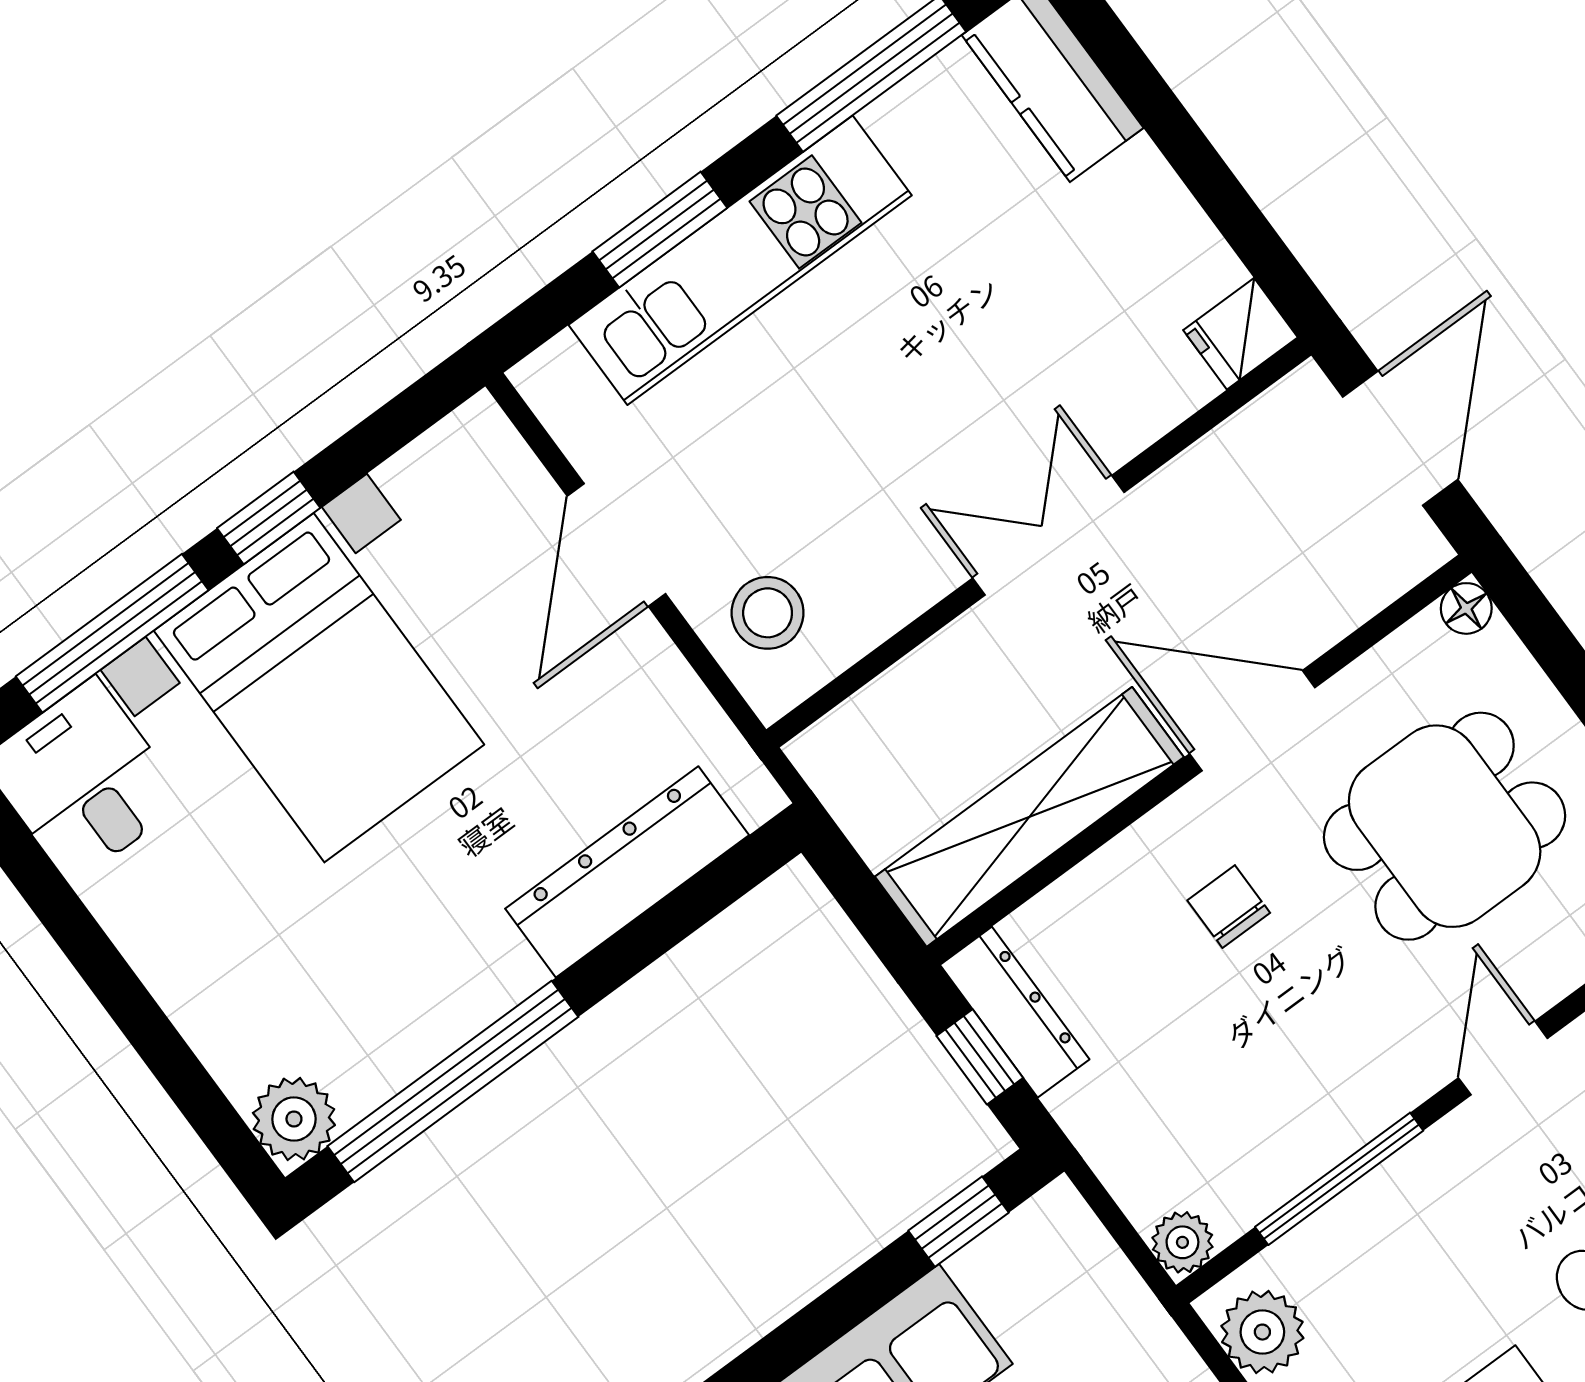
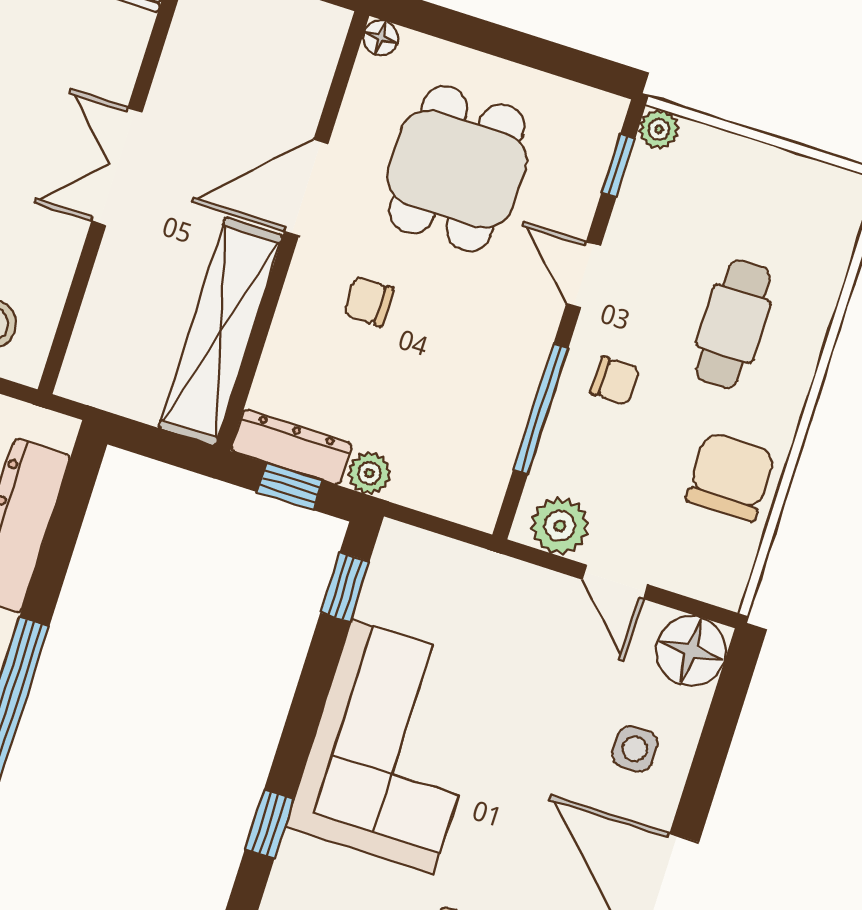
chair: (1450, 1209) -> (615, 381), added
plant: (1182, 1242) -> (369, 473), moved

